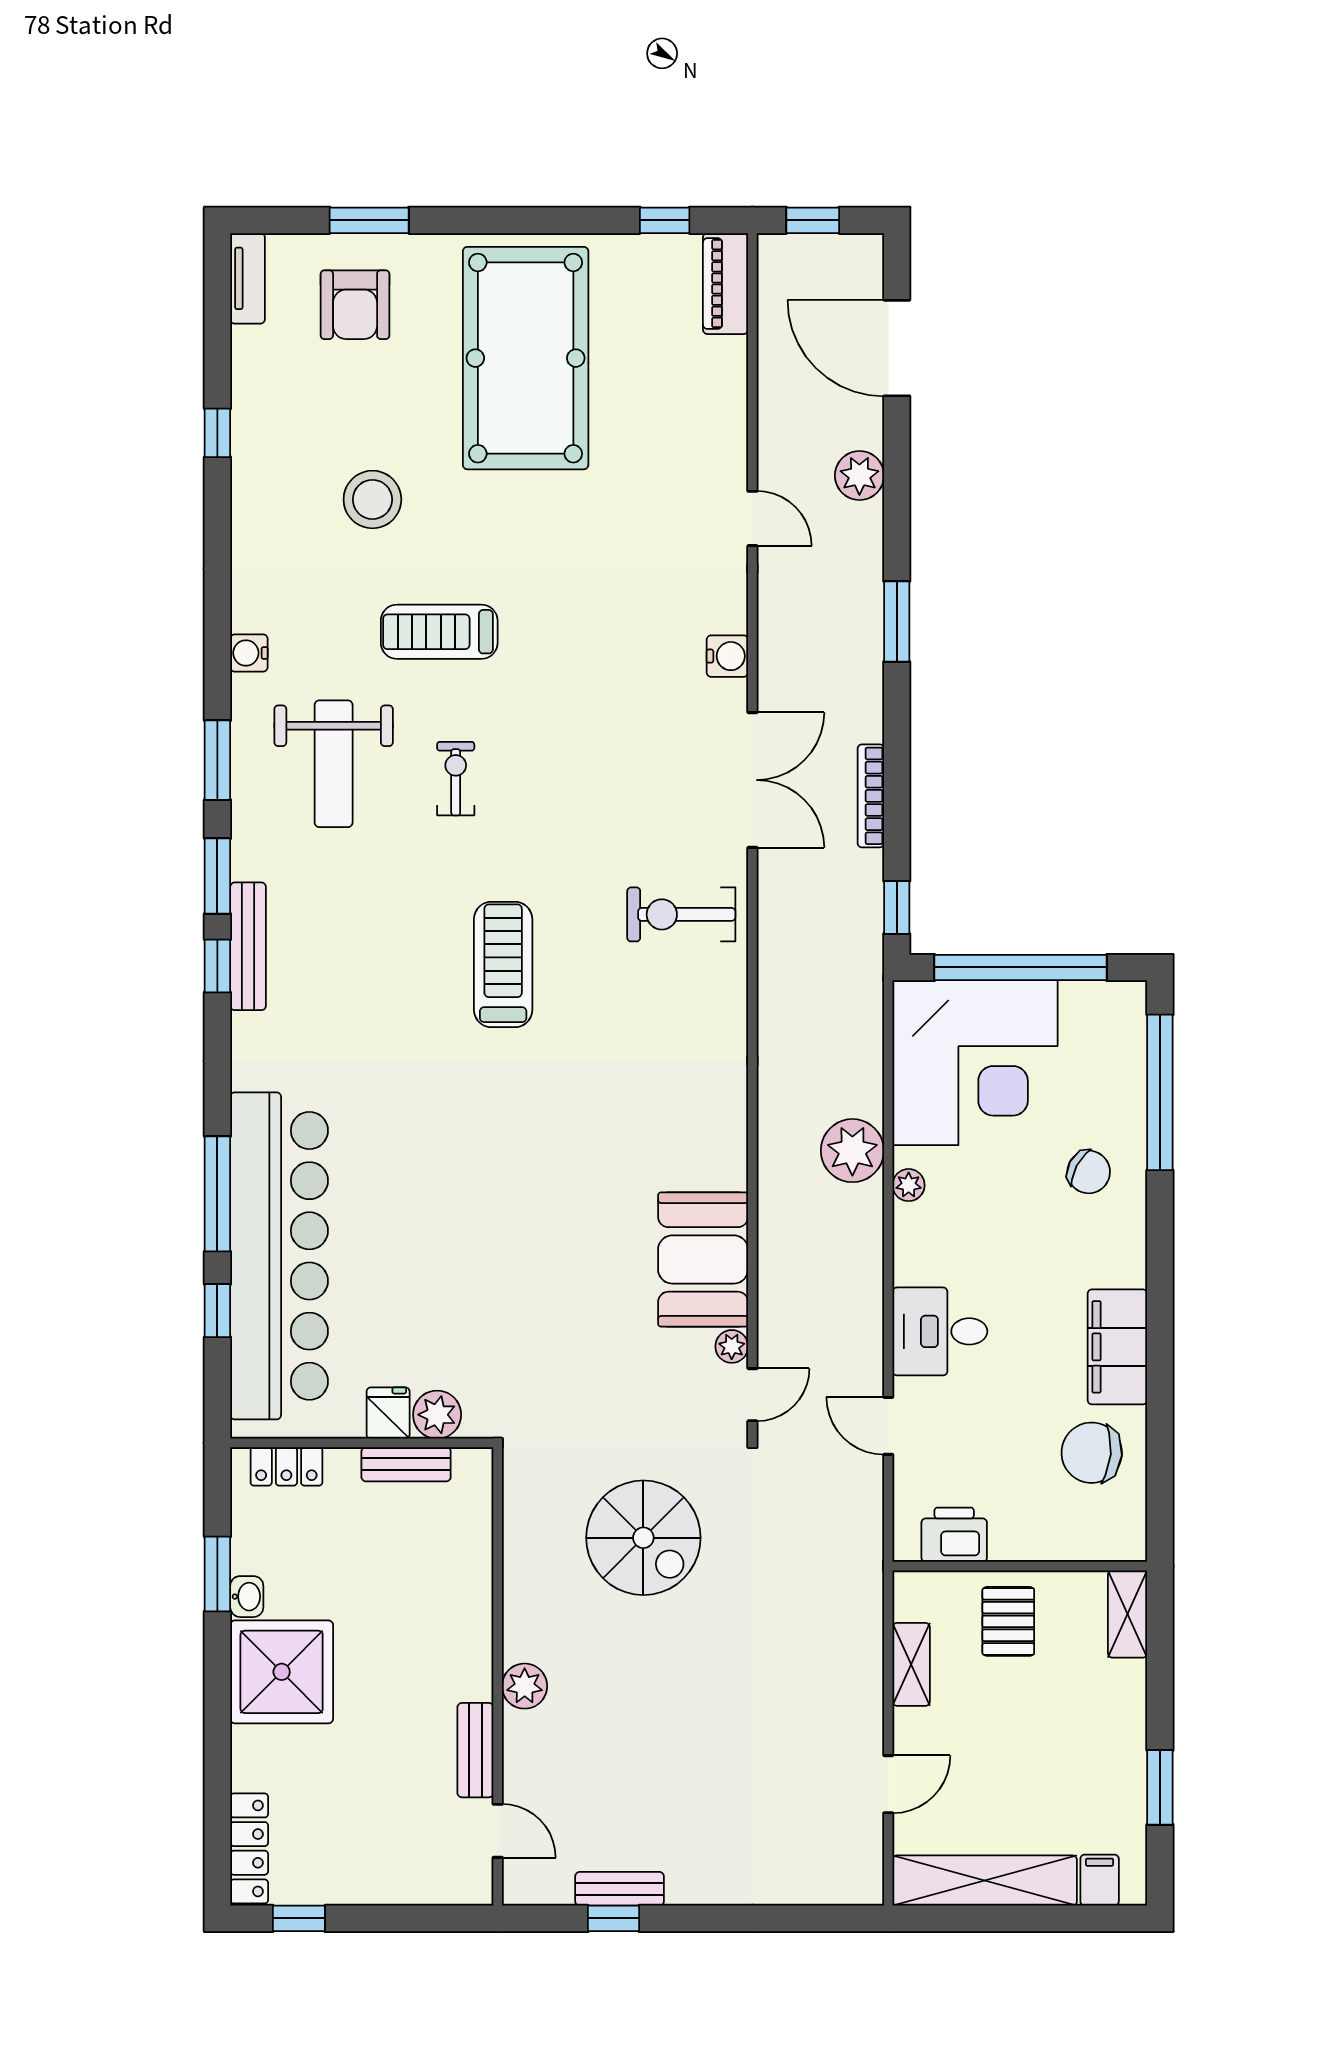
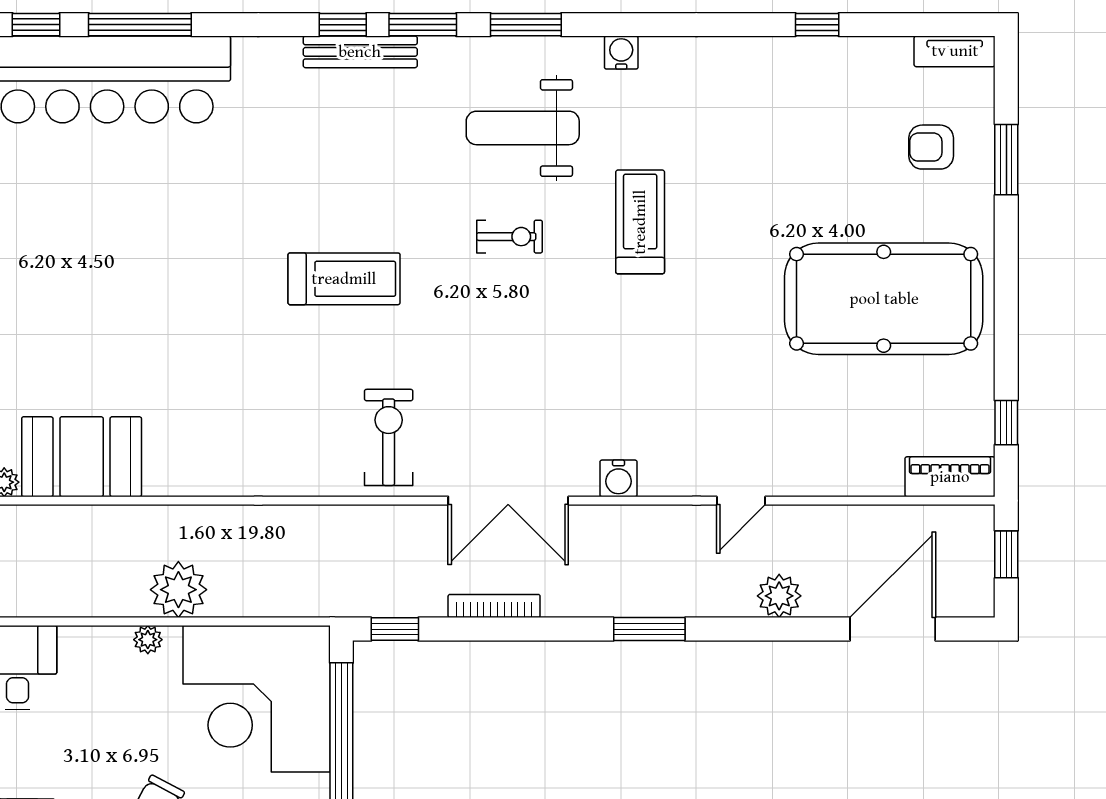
armchair: (355, 305) -> (931, 147), width x0.72, depth x0.72
stool: (372, 499) -> (758, 162), removed

